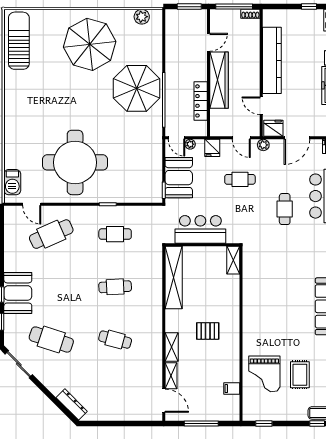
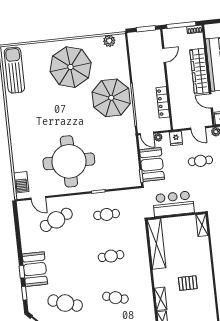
wardrobe: (219, 80) -> (199, 71), moved, turned 180

